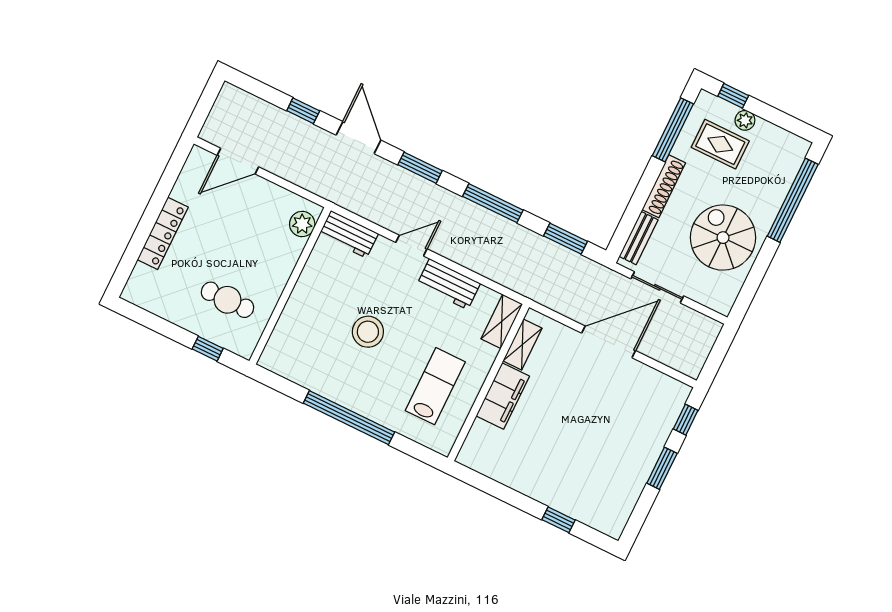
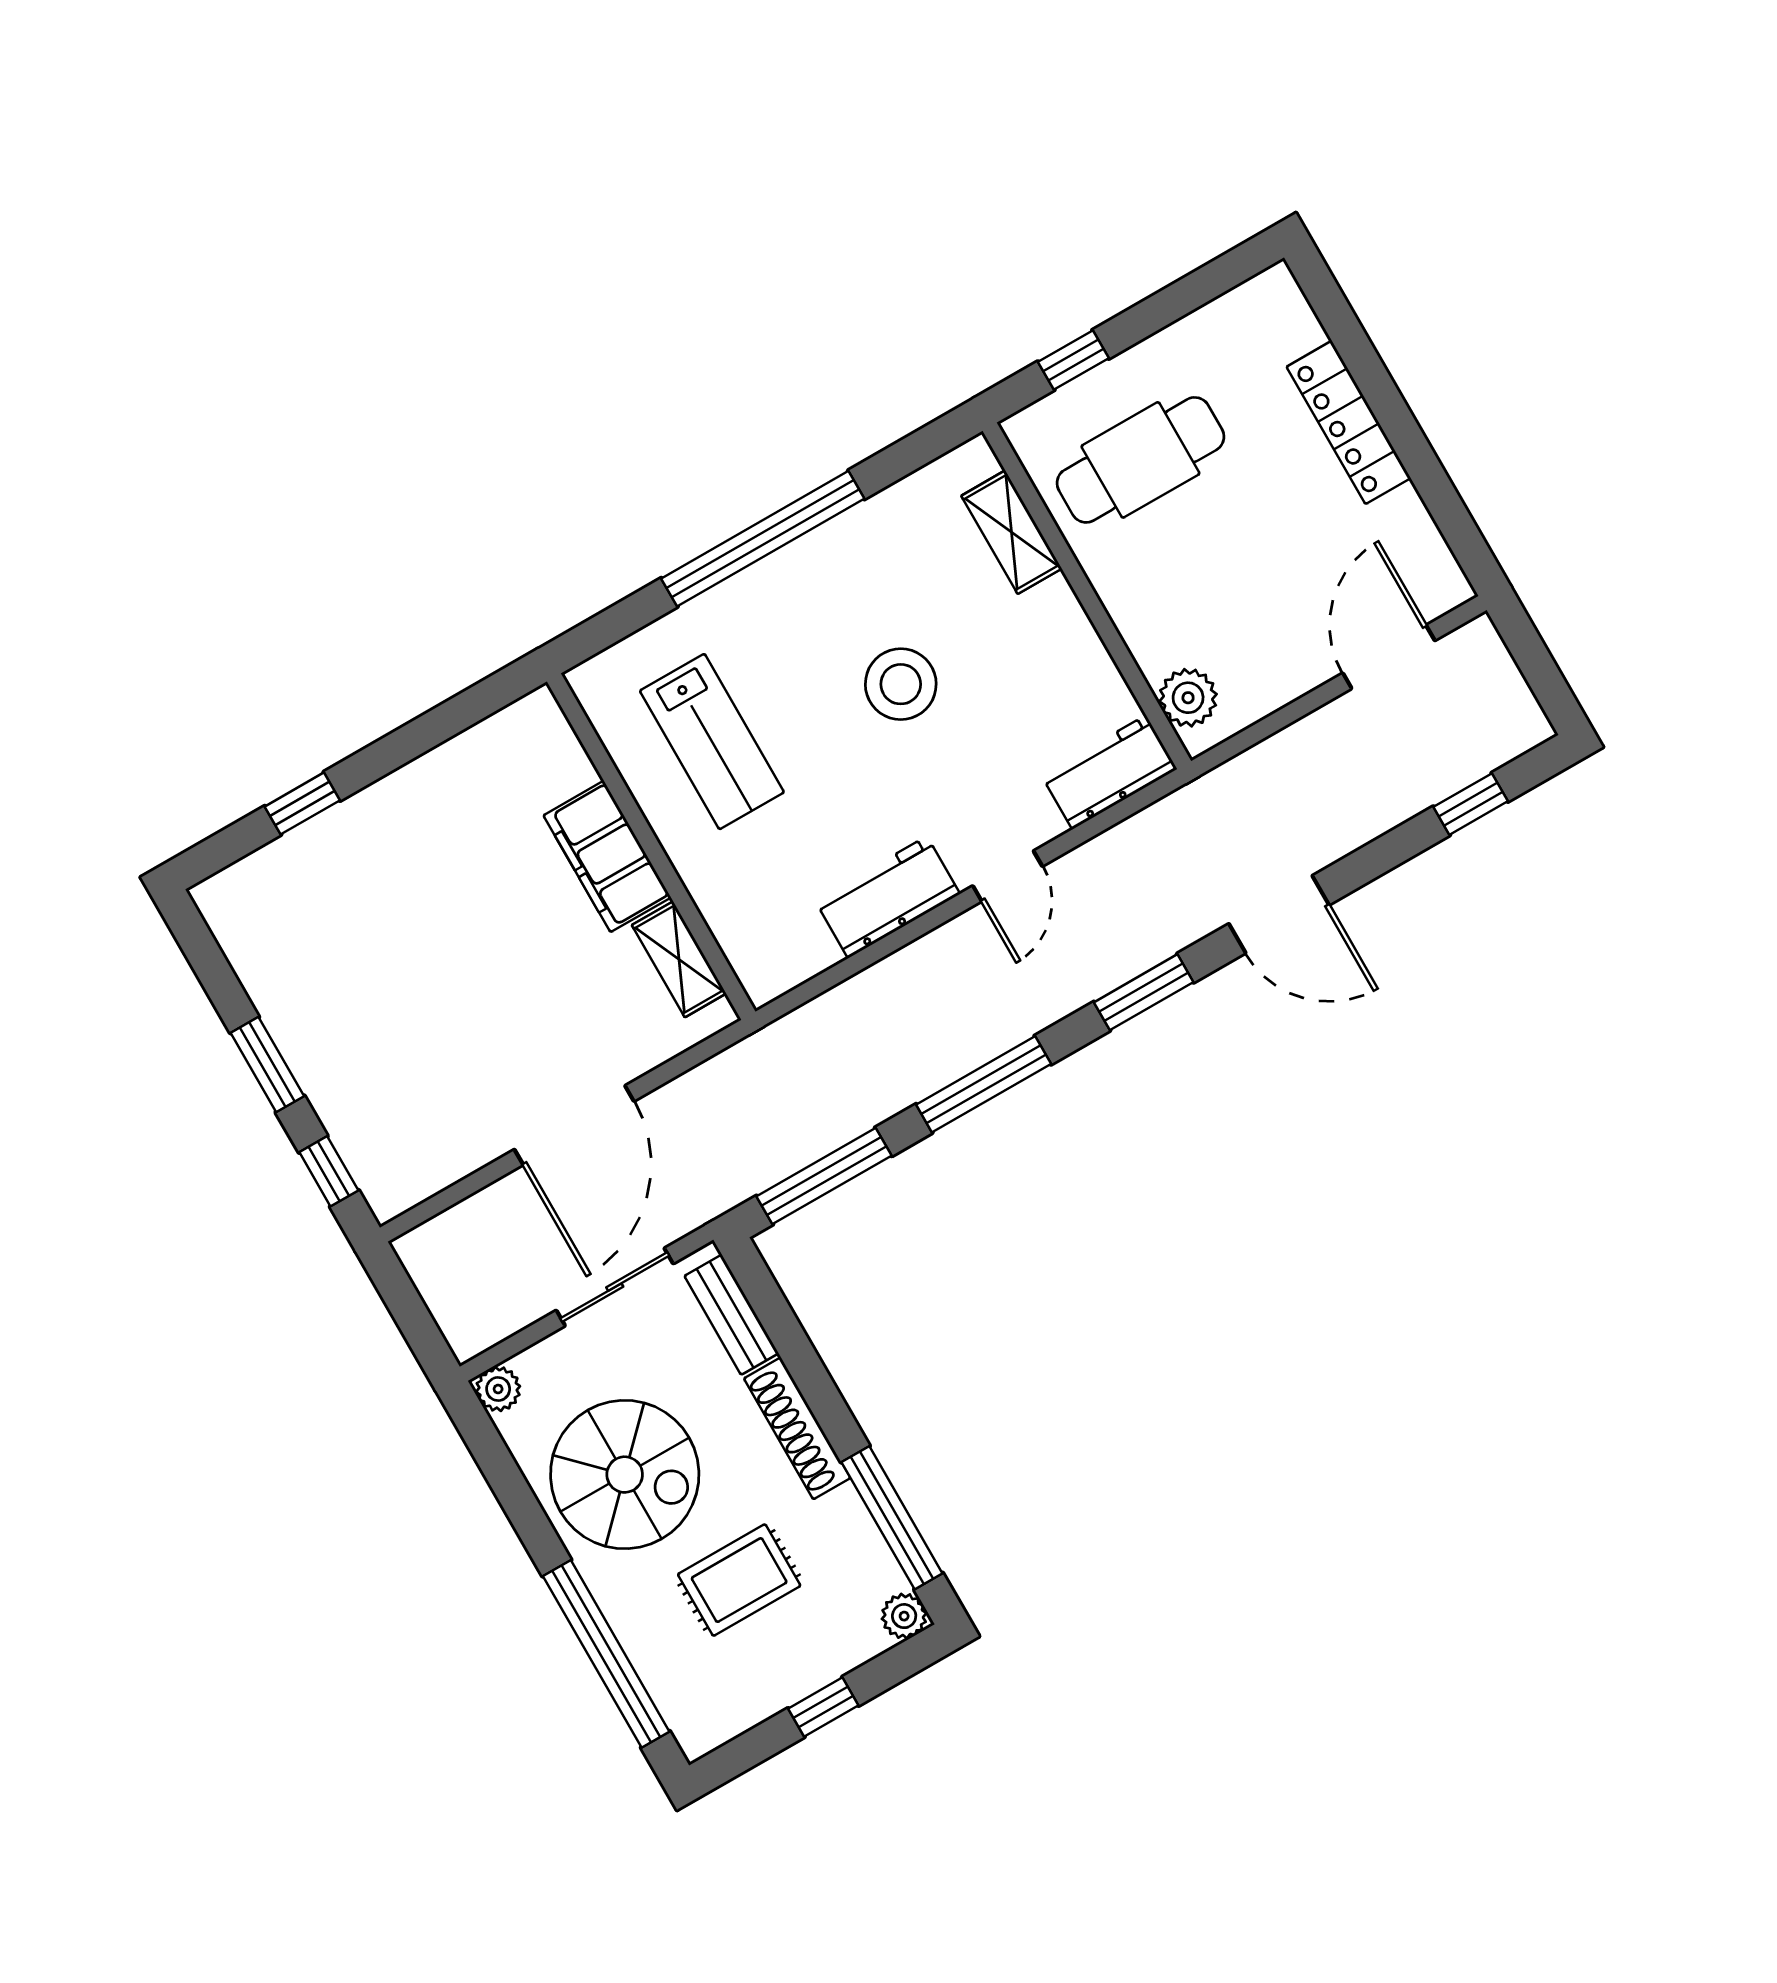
window: (733, 96) -> (823, 1707), moved
window: (303, 111) -> (1471, 804), moved
plant: (745, 120) -> (904, 1616), moved
rug: (720, 144) -> (739, 1580), moved
window: (565, 239) -> (824, 1176), width x1.44
cafe table: (227, 300) -> (1140, 460), width x1.37, depth x1.35
plant: (723, 305) -> (498, 1389), added
shelving: (502, 321) -> (1012, 532), moved

